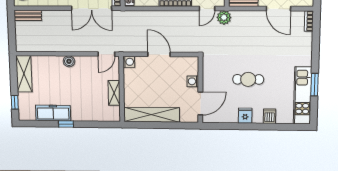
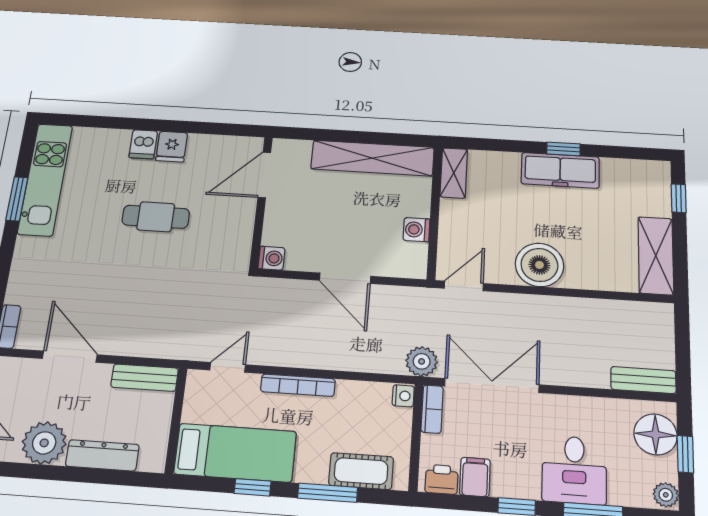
plant: (224, 17) -> (422, 361), moved
boiler: (69, 61) -> (539, 265), width x1.86, depth x1.86
washing machine: (129, 62) -> (416, 230), moved
washing machine: (193, 81) -> (272, 258), moved
shelving: (114, 93) -> (454, 173), moved
freezer: (53, 113) -> (560, 170), moved
dishwasher: (270, 116) -> (143, 144), moved

